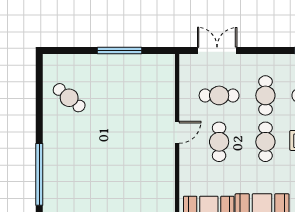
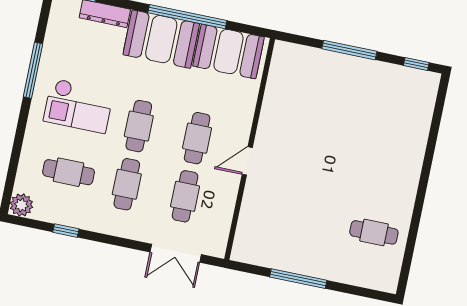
cafe table: (219, 95) -> (185, 196), turned 90
cafe table: (69, 98) -> (374, 232), turned -40
window: (39, 174) -> (431, 144), removed

